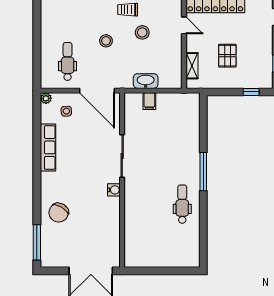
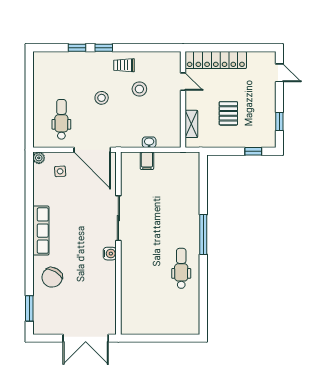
washbasin: (146, 81) -> (149, 142), width x0.52, depth x0.69
row of seats: (48, 147) -> (41, 231), moved
window: (37, 242) -> (29, 308), width x0.69

